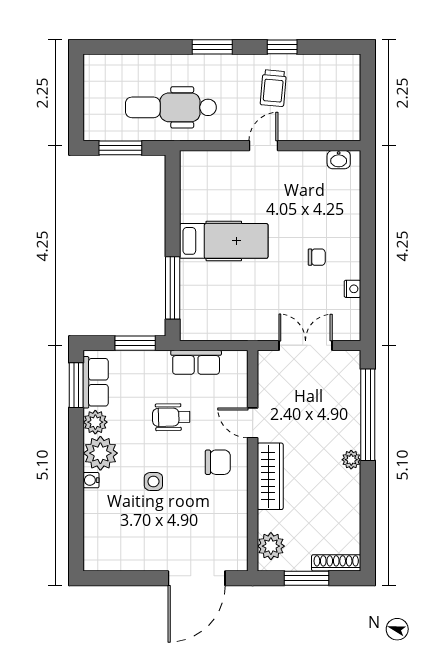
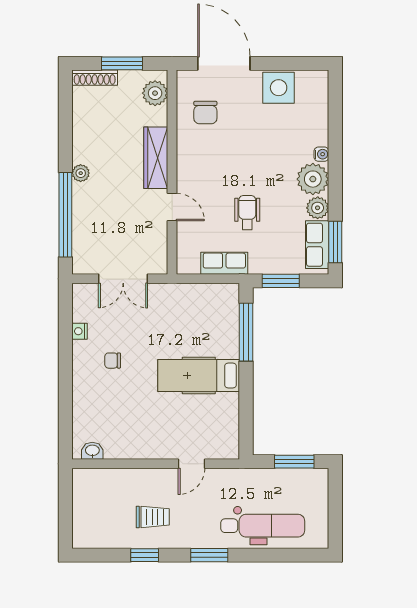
trolley: (273, 88) -> (153, 517), turned 85
dental chair: (171, 107) -> (263, 526), moved
door: (263, 146) -> (191, 464), moved
wheelchair: (171, 417) -> (247, 212), turned -89
chair: (218, 462) -> (205, 112), moved, turned -90
side table: (153, 482) -> (279, 88), moved, width x1.87, depth x1.87
door: (197, 578) -> (224, 63), hinge flipped

